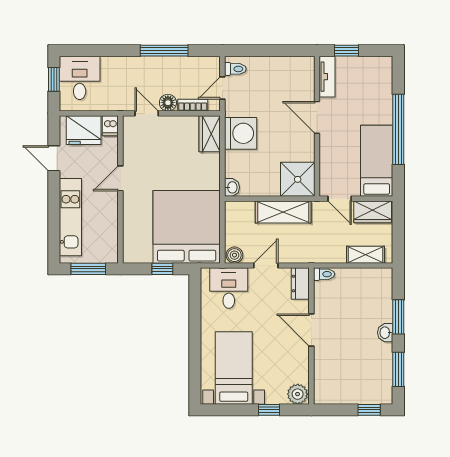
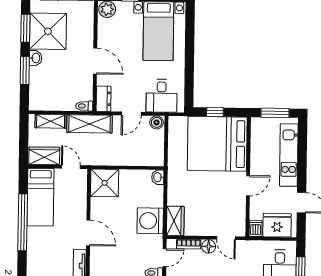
shelving: (283, 212) -> (90, 124), moved
bed: (187, 227) -> (217, 144), moved, turned 90
shower: (370, 366) -> (48, 31), added

